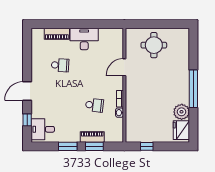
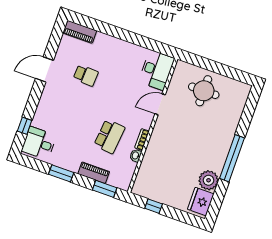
piano: (57, 34) -> (80, 32), moved
desk: (84, 39) -> (156, 70), moved, turned 90
door: (27, 91) -> (44, 69), moved
school desk: (94, 105) -> (109, 136), width x1.85
window: (94, 146) -> (105, 189), moved

